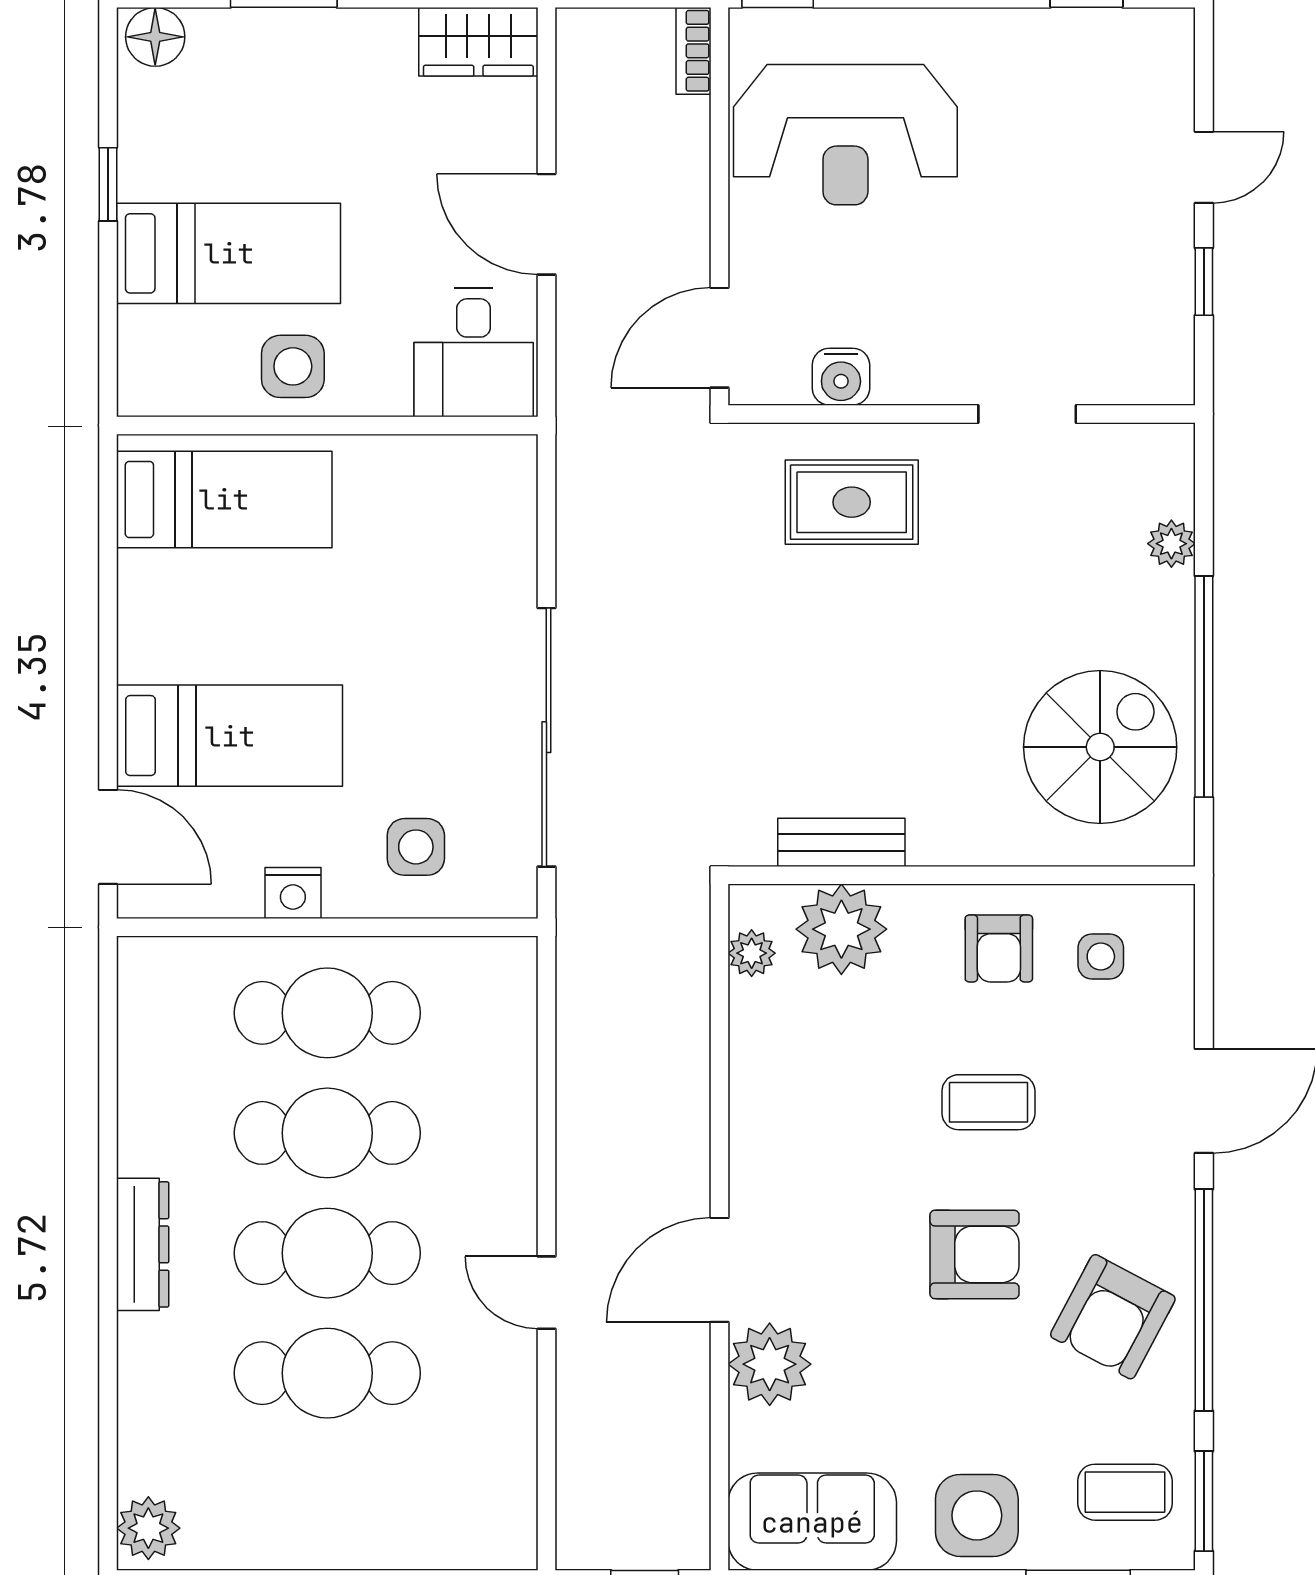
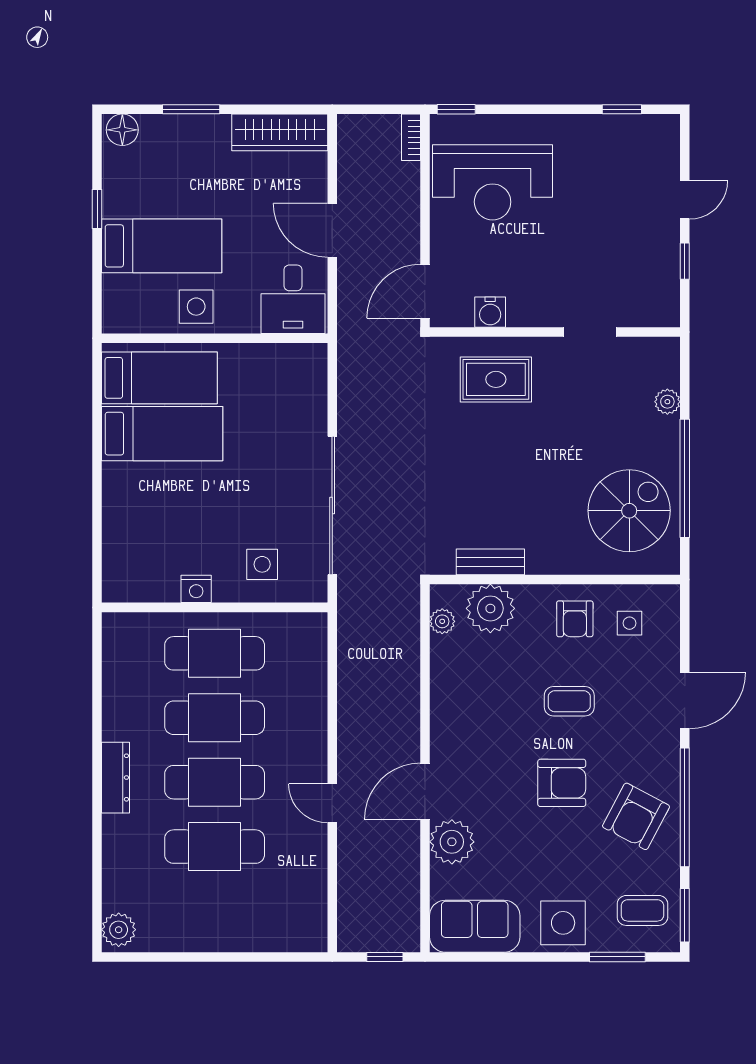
wardrobe: (478, 42) -> (280, 132), width x1.50
bed: (230, 736) -> (162, 434), moved
door: (108, 837) -> (97, 559), removed

